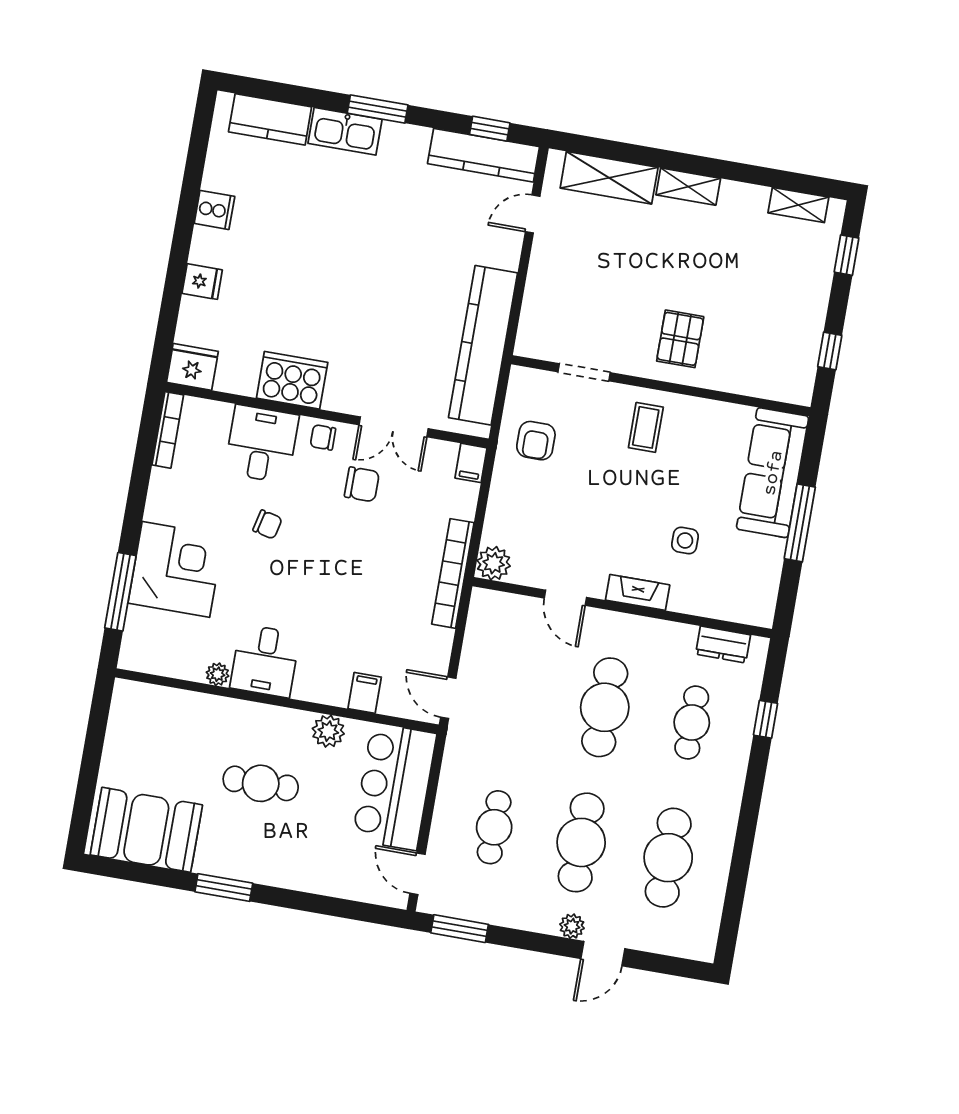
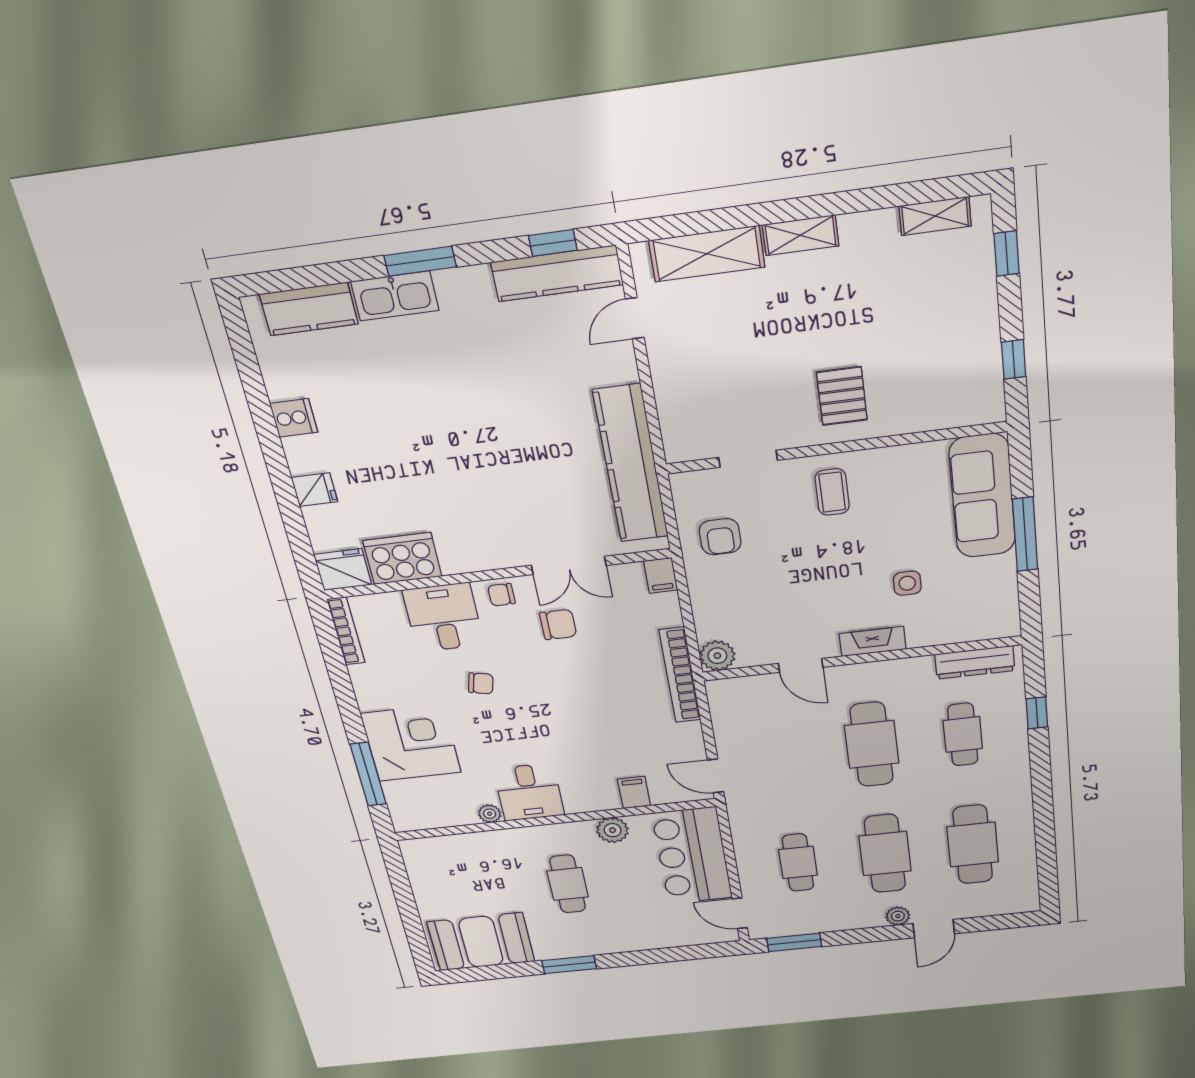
cooker: (292, 380) -> (402, 559), moved
dresser: (723, 644) -> (975, 662), width x1.44
cafe table: (261, 783) -> (568, 884), turned 90

